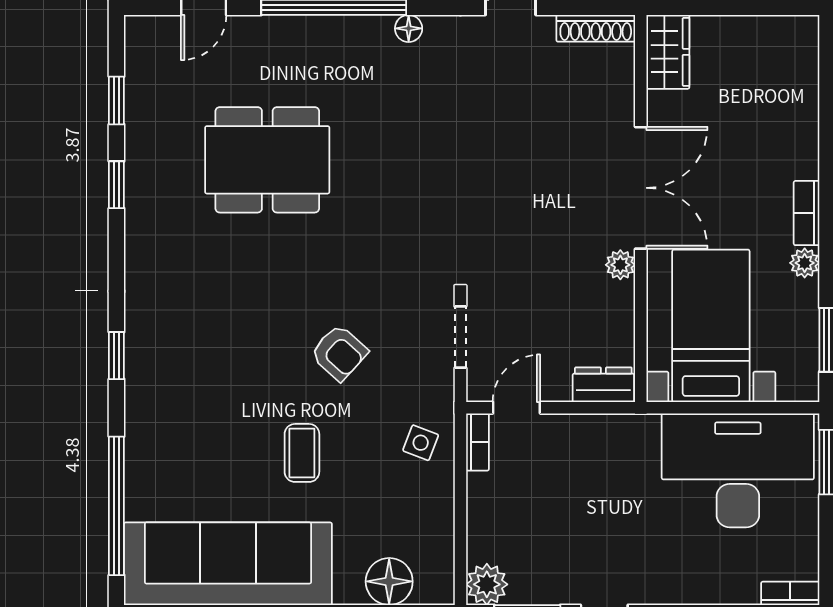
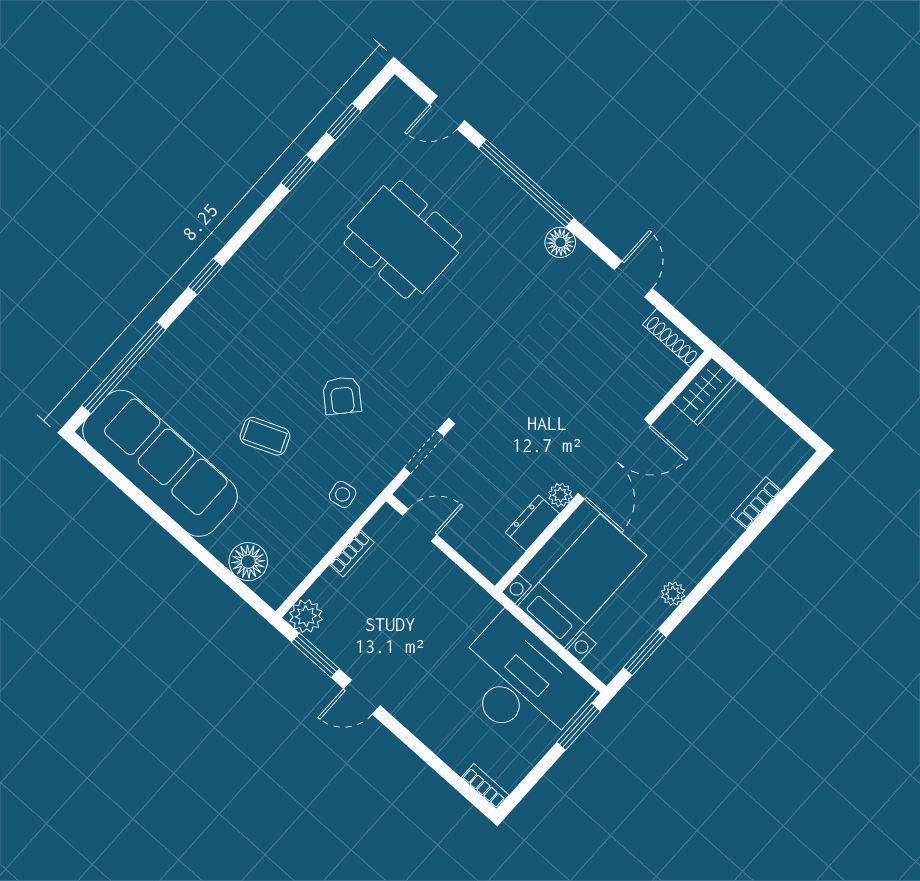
floor lamp: (409, 28) -> (560, 242), width x1.37, depth x1.37
bookcase: (807, 213) -> (756, 503), moved
dresser: (603, 385) -> (532, 523), moved, turned -90
bookcase: (478, 442) -> (352, 554), moved
side table: (421, 443) -> (343, 494), turned -31
coffee table: (302, 453) -> (265, 436), turned 68

